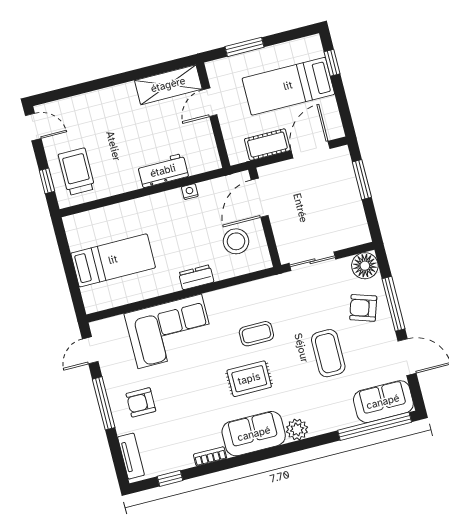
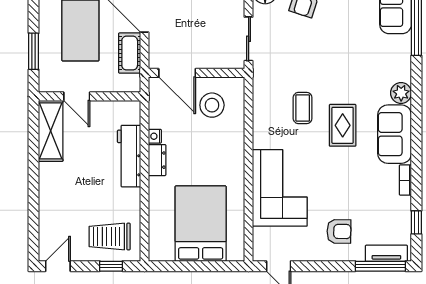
workbench: (163, 171) -> (129, 156), width x1.38
bed: (113, 260) -> (201, 224), width x1.50
dresser: (196, 277) -> (157, 160), moved, turned 180
coffee table: (328, 353) -> (338, 46), removed
armchair: (141, 402) -> (339, 231), turned -89
window: (104, 403) -> (380, 266), moved

